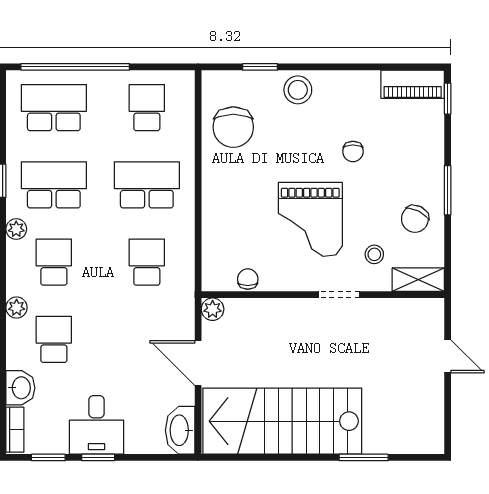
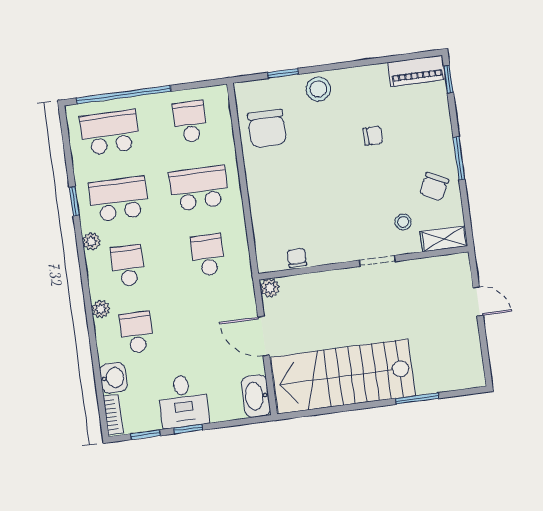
chair: (353, 151) -> (373, 136), turned -90
grand piano: (310, 219) -> (344, 199), removed

